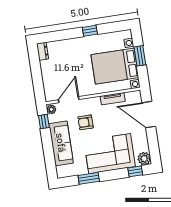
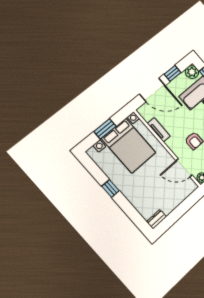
door: (149, 115) -> (152, 90), hinge flipped
window: (153, 141) -> (172, 73), added

